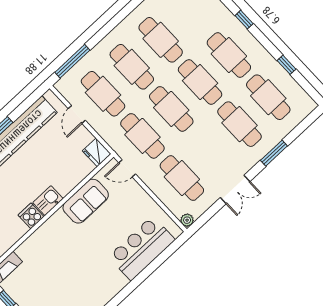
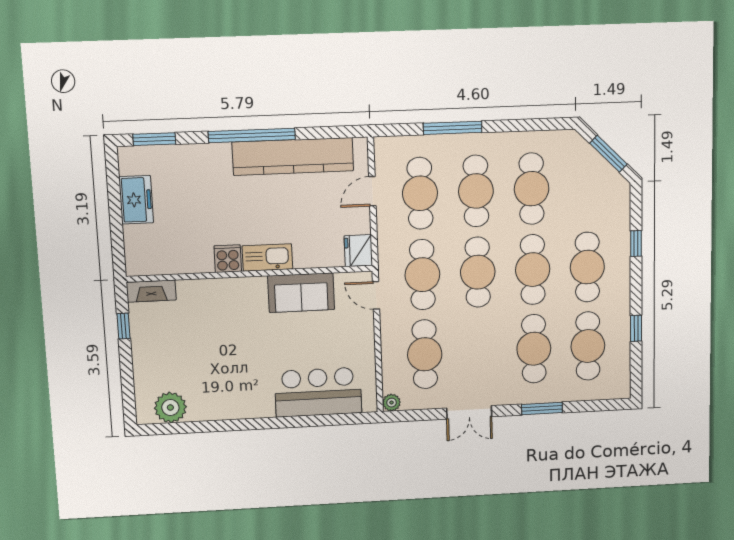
window: (72, 61) -> (453, 128), moved
kitchen sink: (48, 201) -> (267, 257), width x1.38

